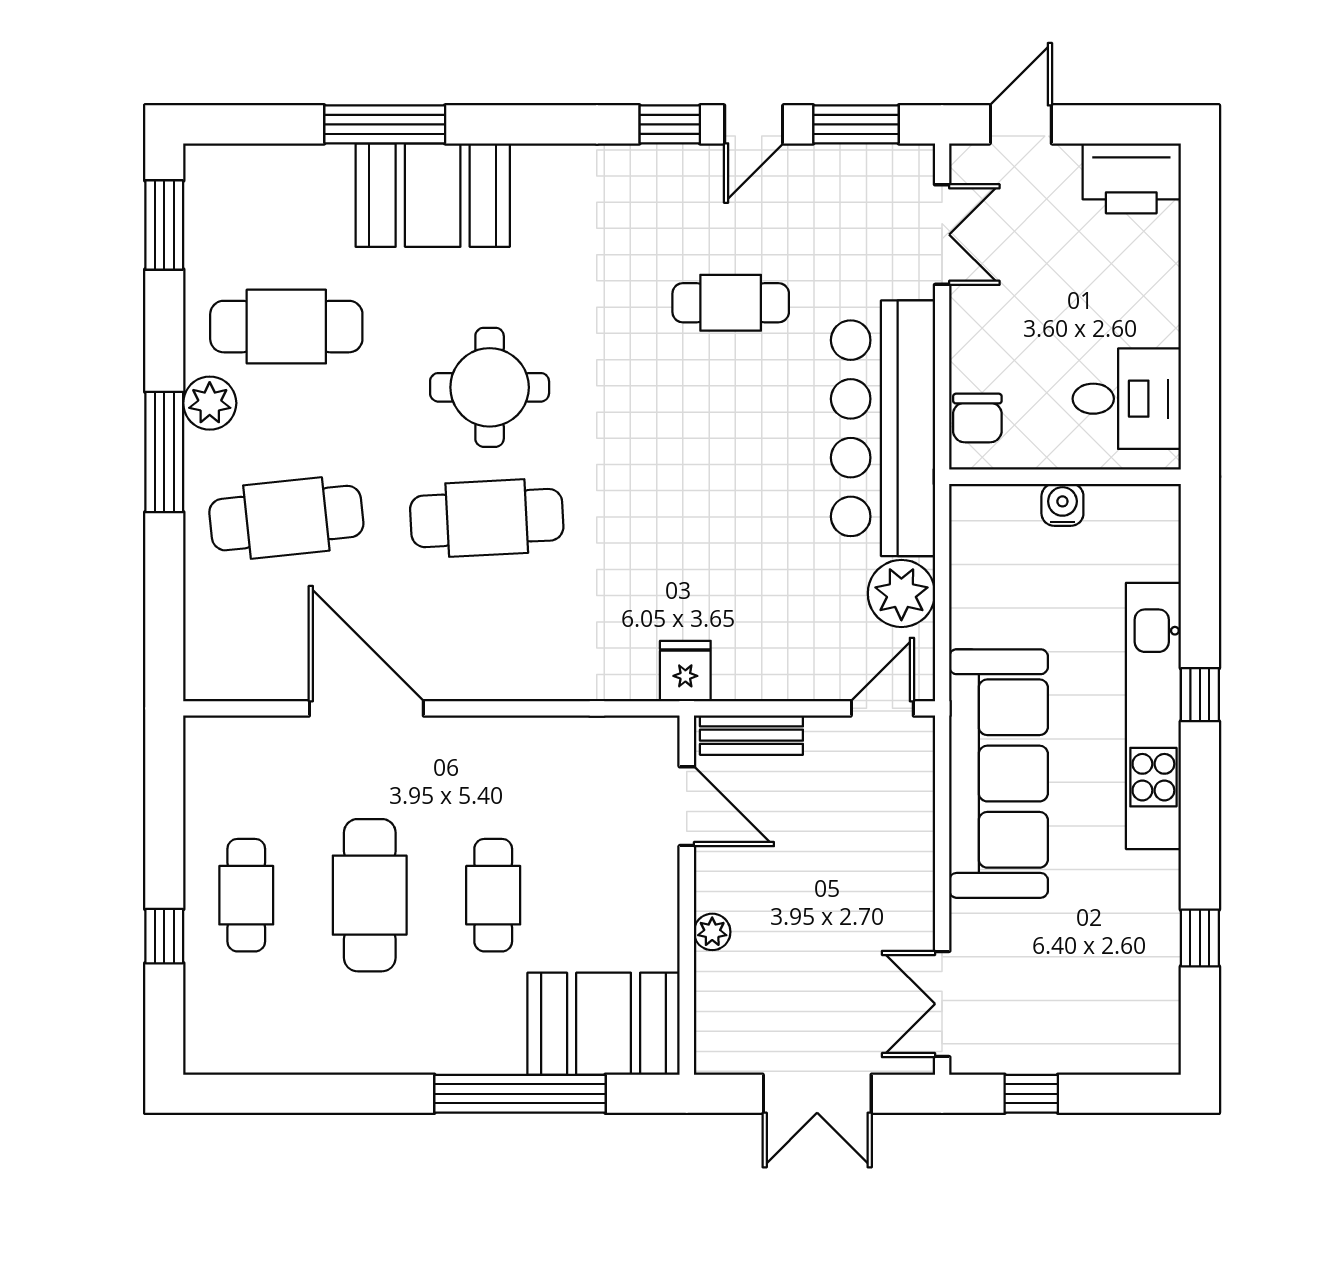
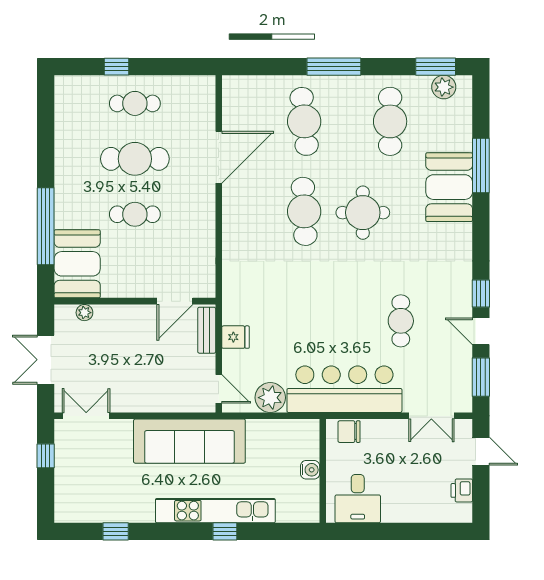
printer: (1131, 178) -> (462, 490), width x0.53, depth x0.68
plant: (210, 403) -> (444, 87), moved
fridge: (685, 671) -> (235, 337), moved
plant: (712, 932) -> (84, 313), moved

